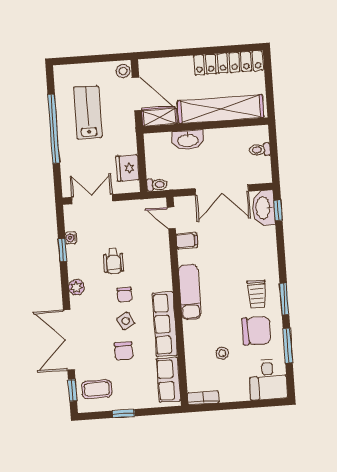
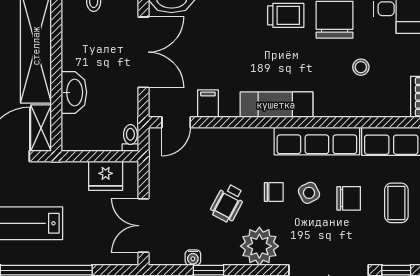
wheelchair: (114, 261) -> (228, 203), turned 118
plant: (76, 287) -> (259, 246), width x1.87, depth x1.87
coffee table: (97, 389) -> (396, 203), moved

